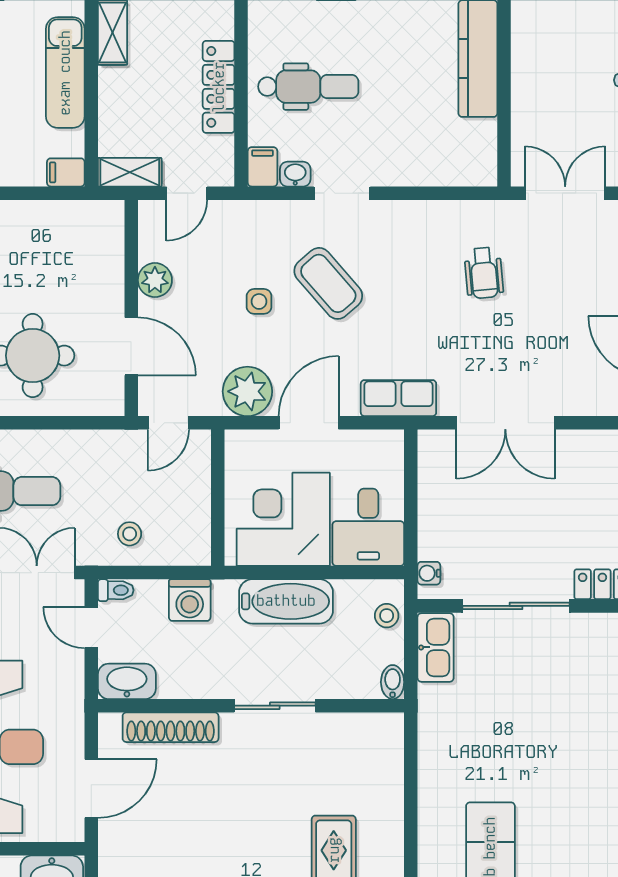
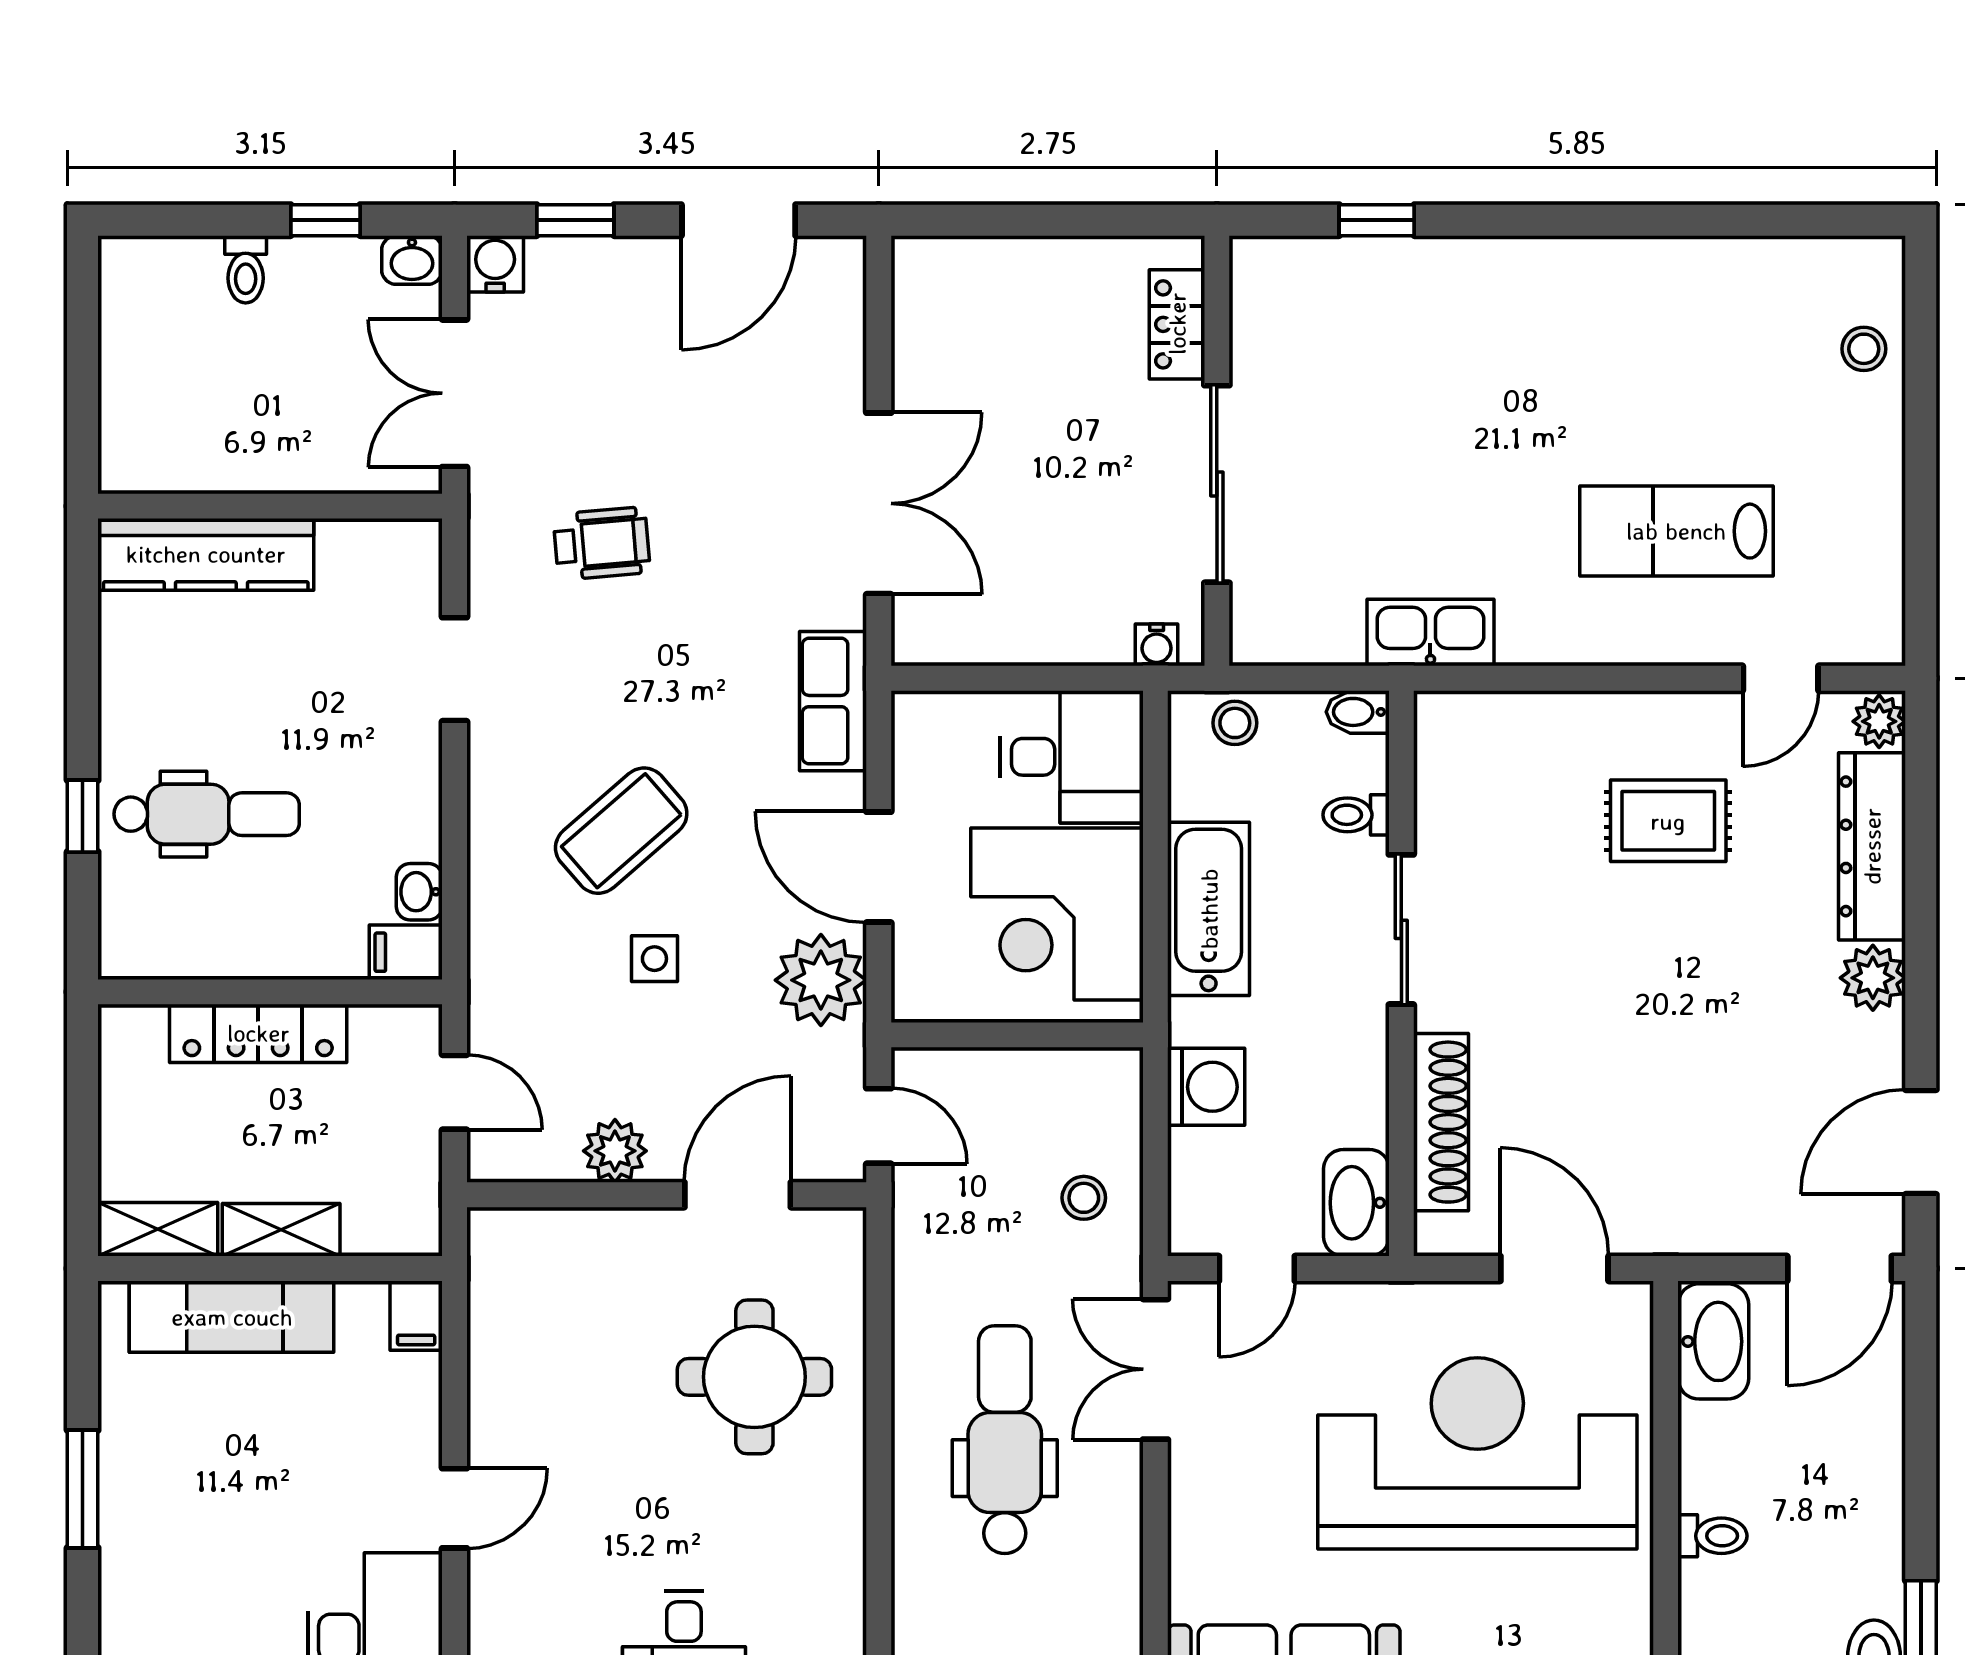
dental chair: (308, 87) -> (207, 814), moved, turned 90
shelving: (130, 172) -> (281, 1230), moved, turned 90
doorway: (342, 193) -> (454, 669), moved
toilet: (116, 590) -> (1356, 815), moved, turned -90
kitchen sink: (436, 647) -> (1430, 633), moved

